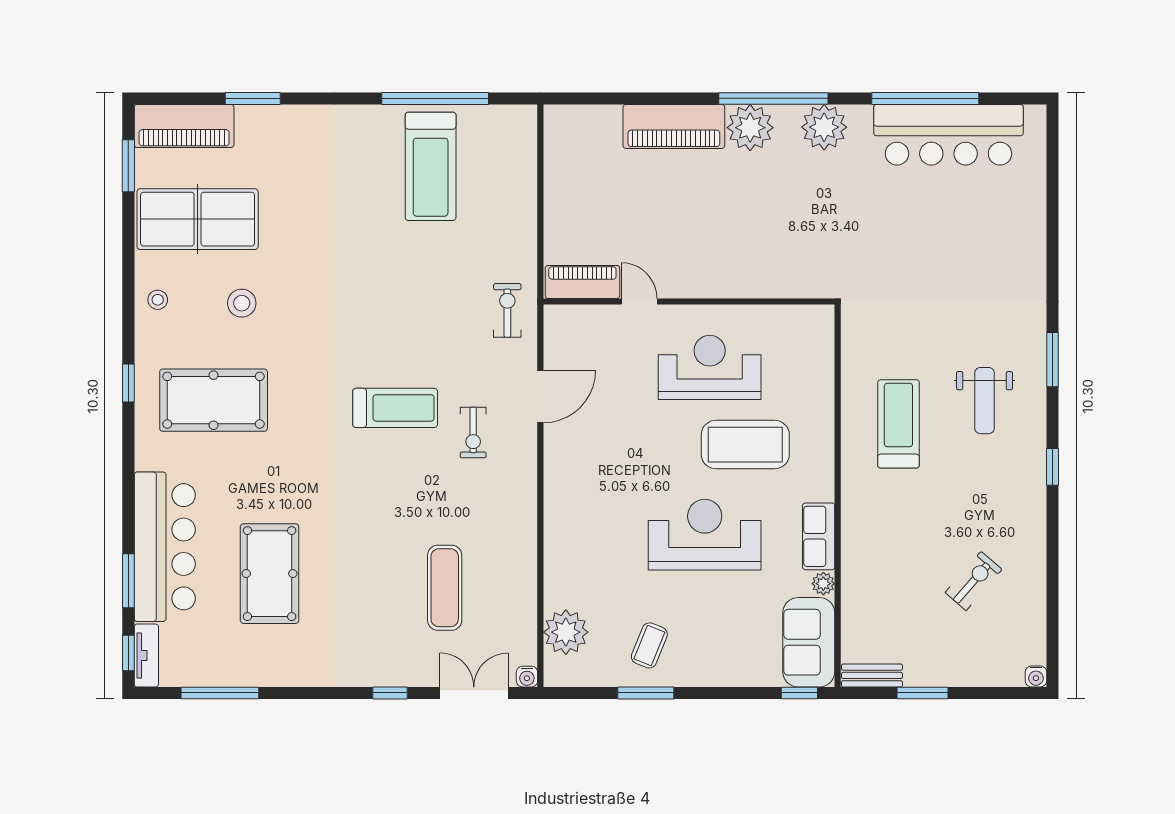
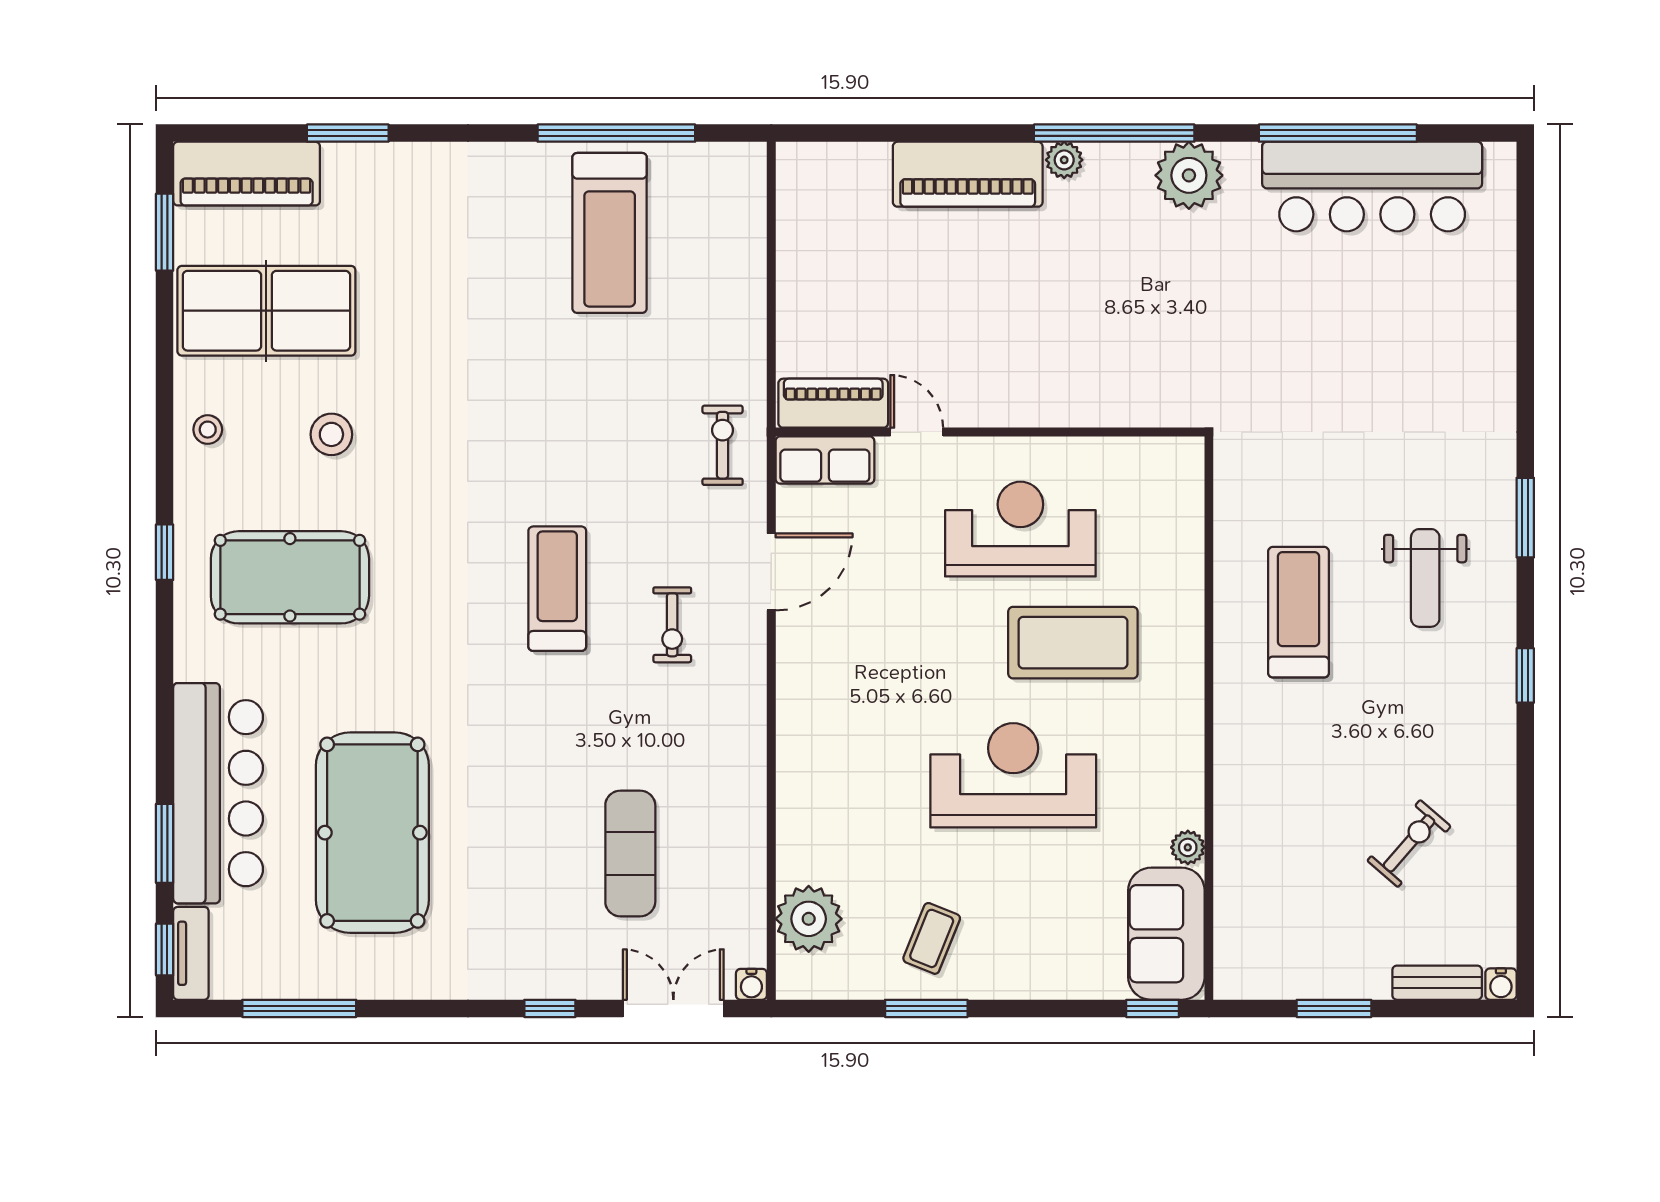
plant: (750, 128) -> (1064, 160), width x0.53, depth x0.53
treadmill: (395, 408) -> (557, 589), turned -90
row of seats: (819, 536) -> (825, 460), moved, turned -90
pool table: (270, 574) -> (372, 833), width x1.36, depth x1.32
bench: (872, 675) -> (1437, 983), moved

